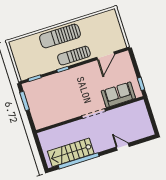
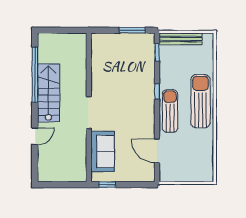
bench: (20, 64) -> (181, 39), added
stairs: (71, 152) -> (48, 93), moved

